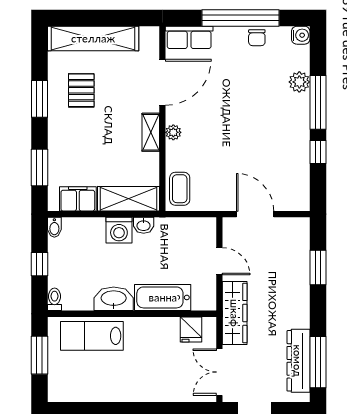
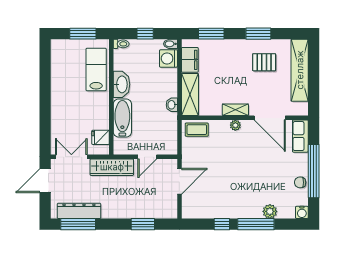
washing machine: (119, 230) -> (168, 58), moved

